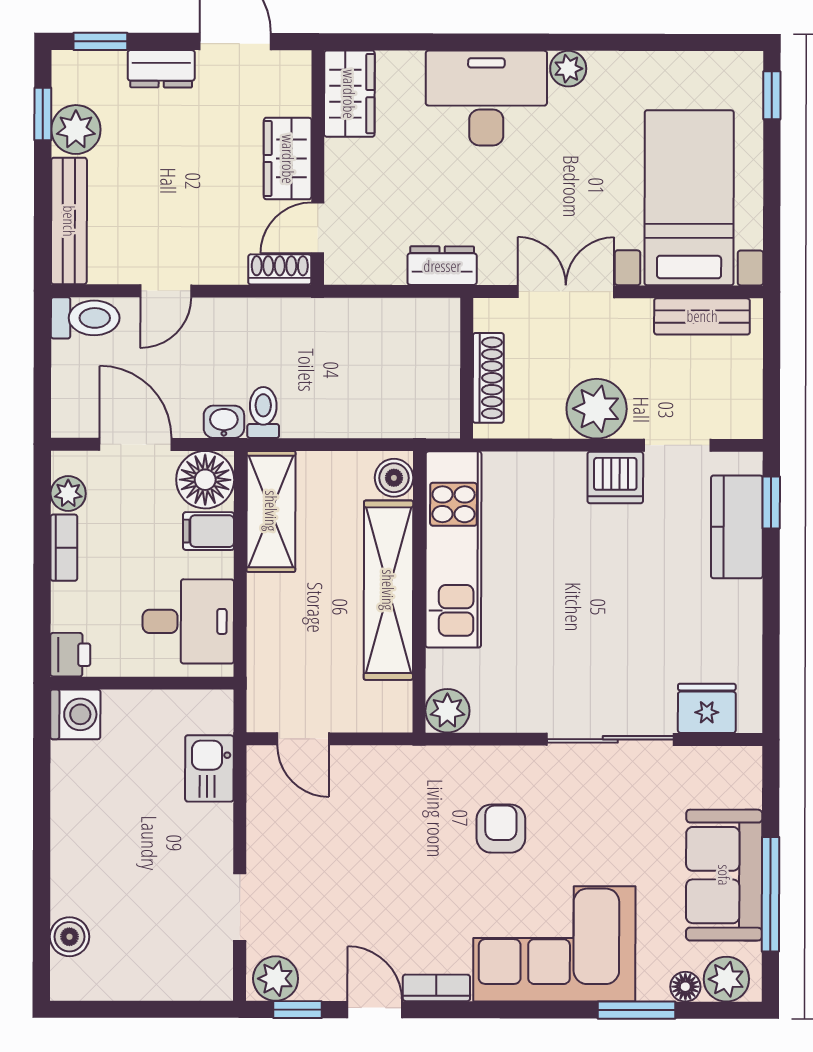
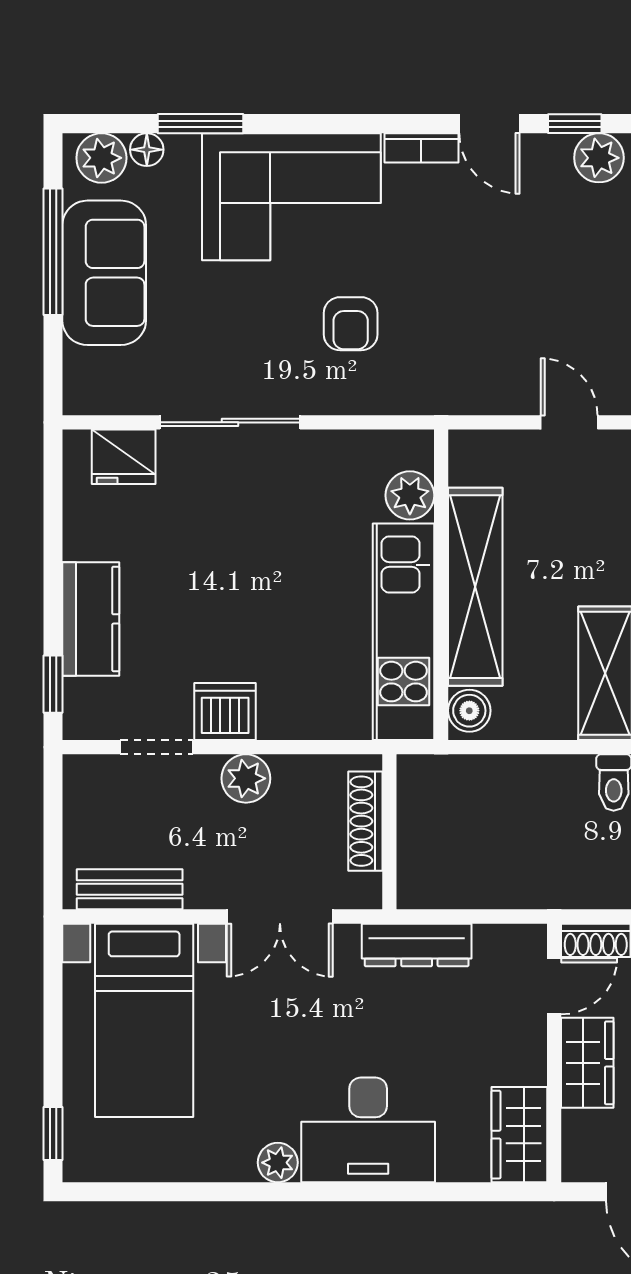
dresser: (442, 266) -> (417, 945), width x1.44
plant: (597, 409) -> (246, 778), width x0.73, depth x0.73
kitchen counter: (737, 527) -> (91, 619), moved
plant: (447, 711) -> (410, 495), moved

